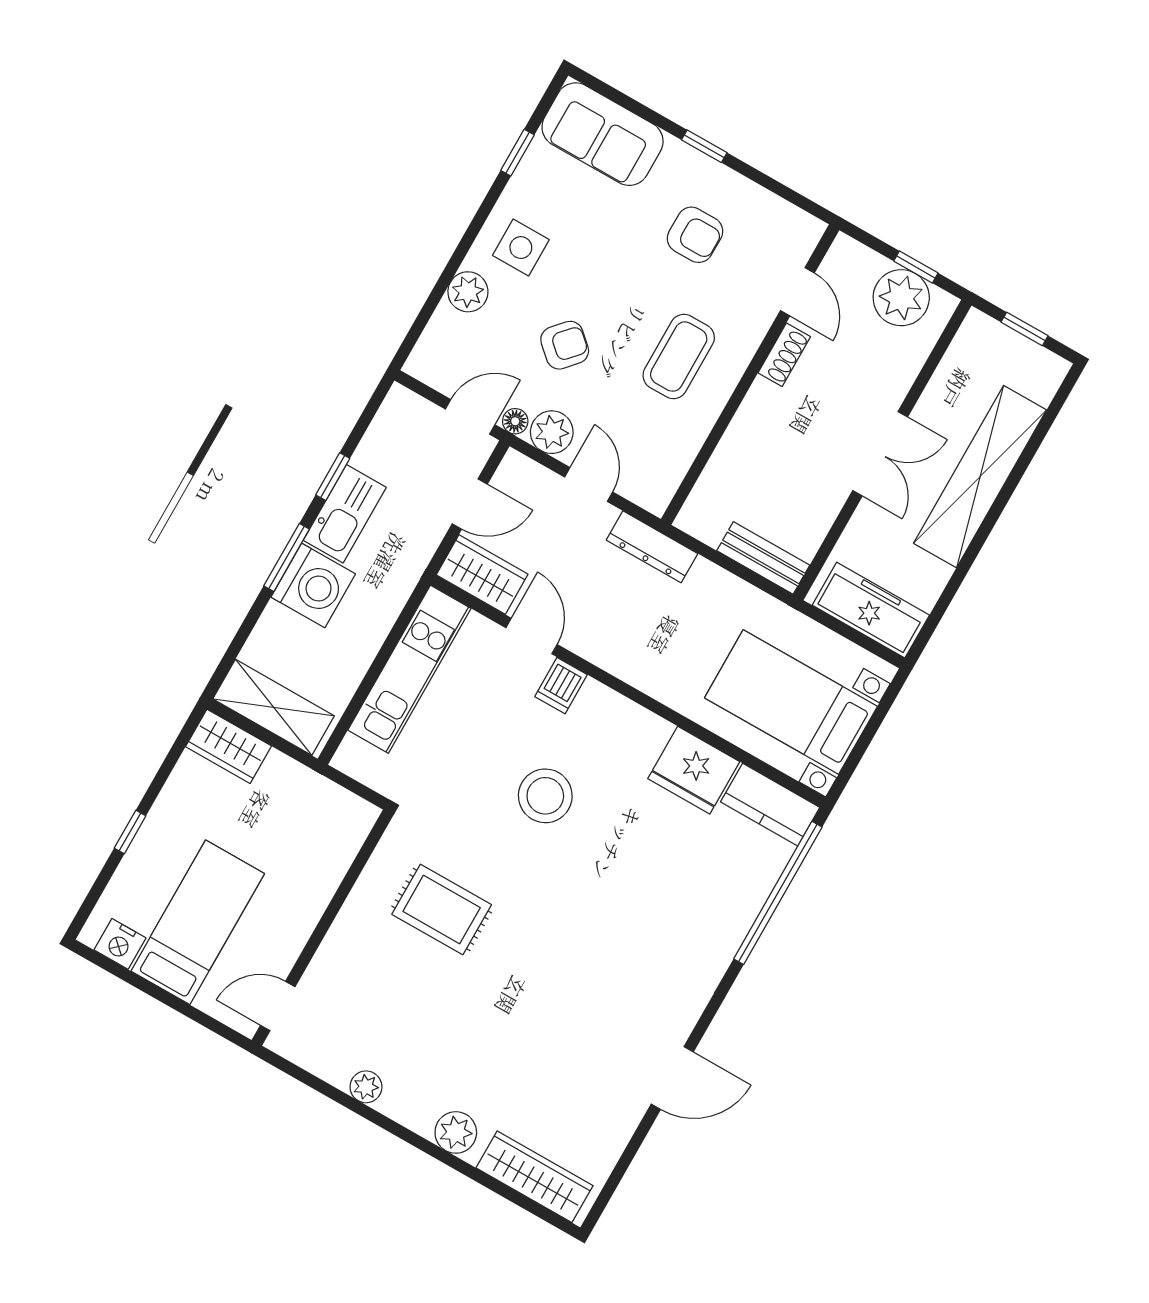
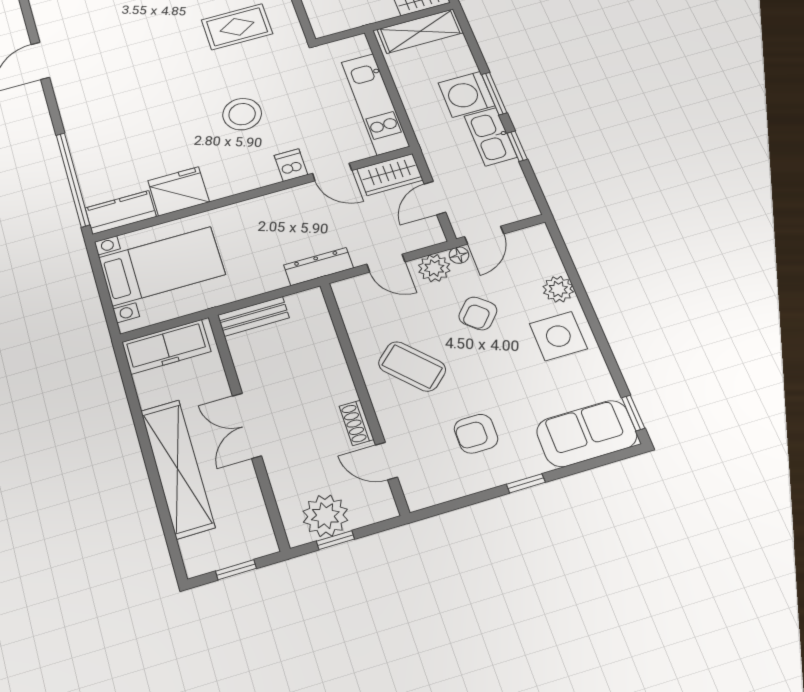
window: (518, 153) -> (633, 413), moved
side table: (521, 248) -> (558, 336), width x1.37, depth x1.37
coffee table: (679, 357) -> (412, 366), turned -43

